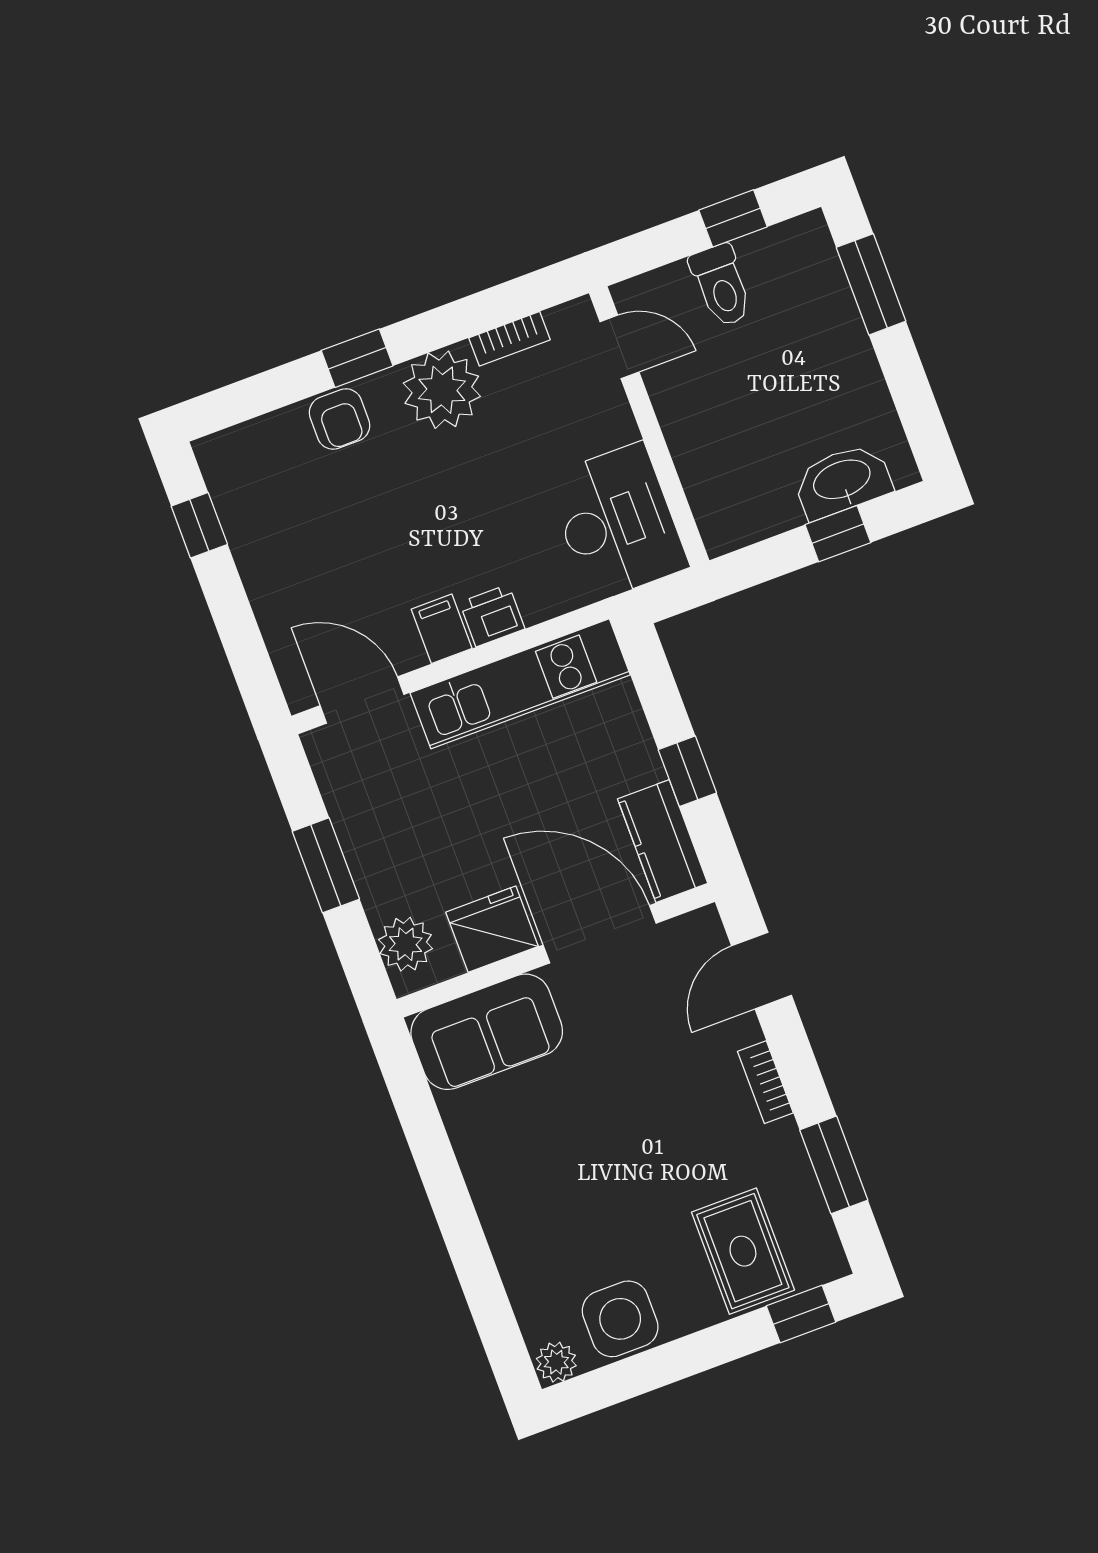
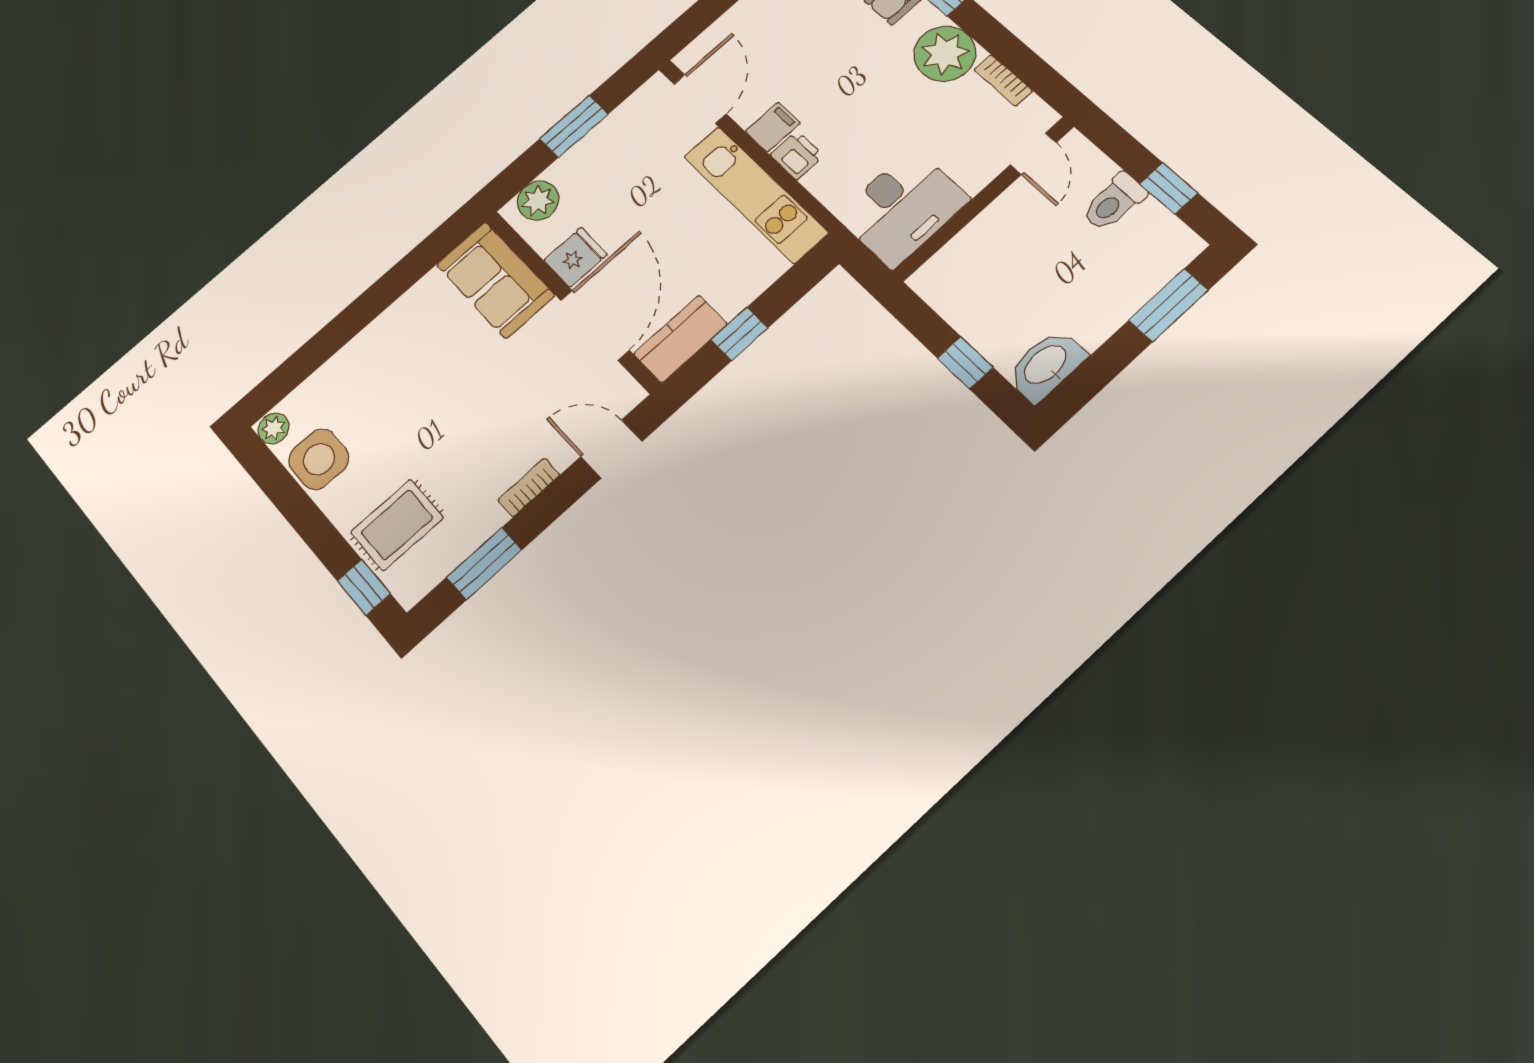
washbasin: (842, 481) -> (1046, 365), moved, turned -90
fridge: (492, 929) -> (576, 257), width x0.72

